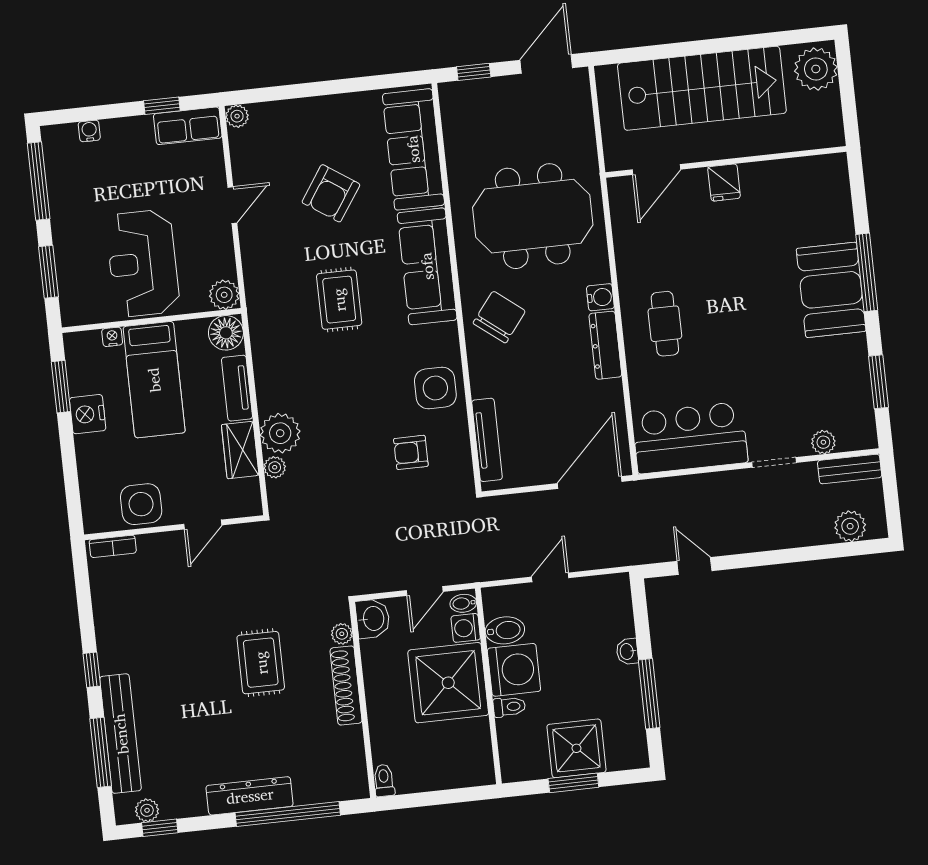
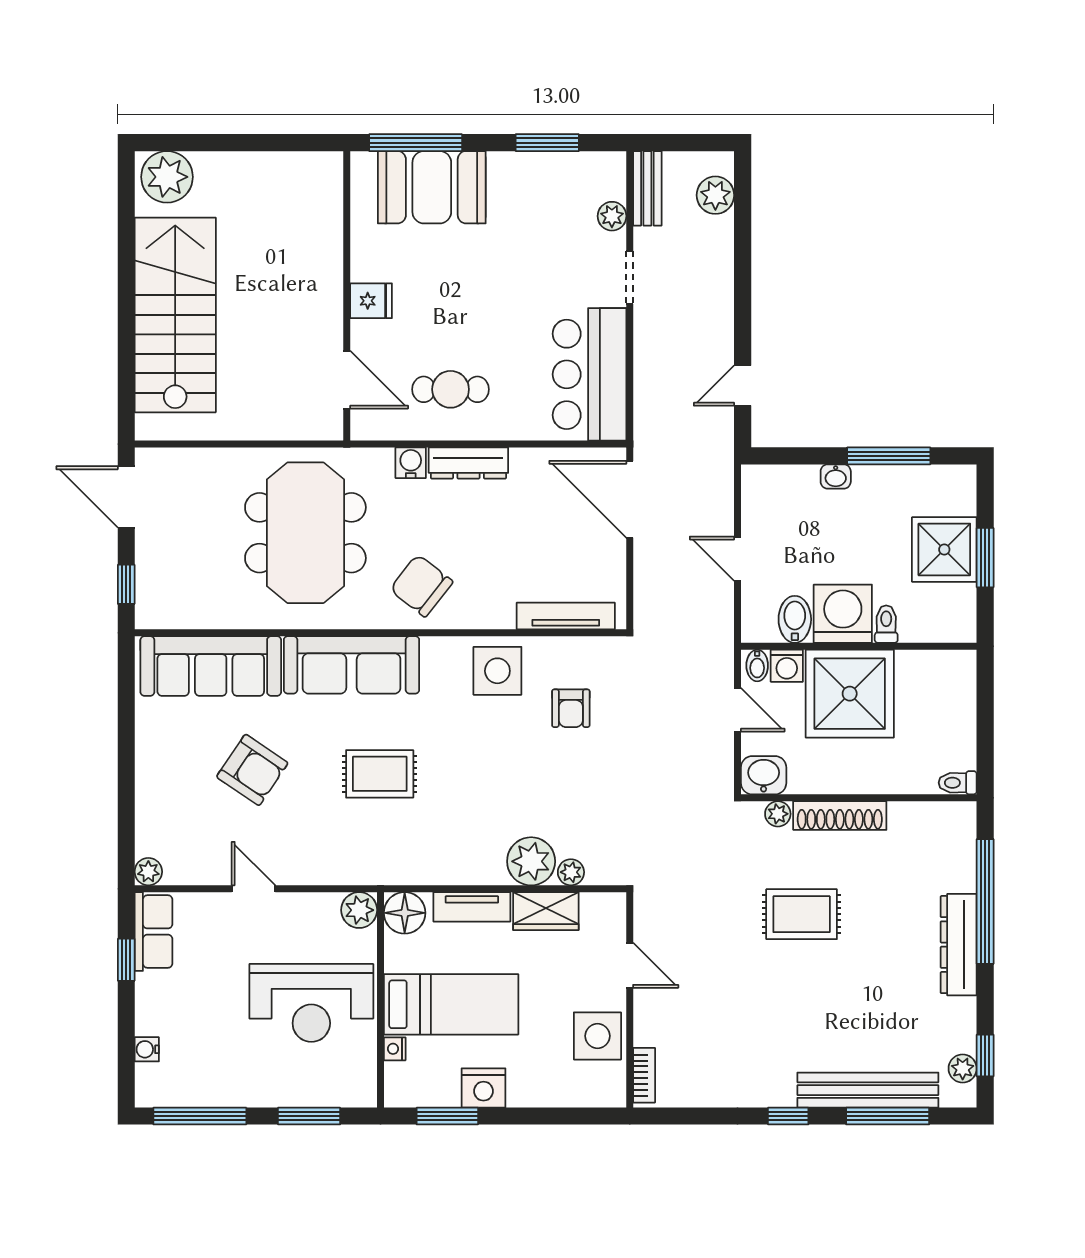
wall: (726, 162) -> (347, 296), moved
door: (656, 169) -> (347, 380), moved
fridge: (724, 183) -> (371, 301), moved

